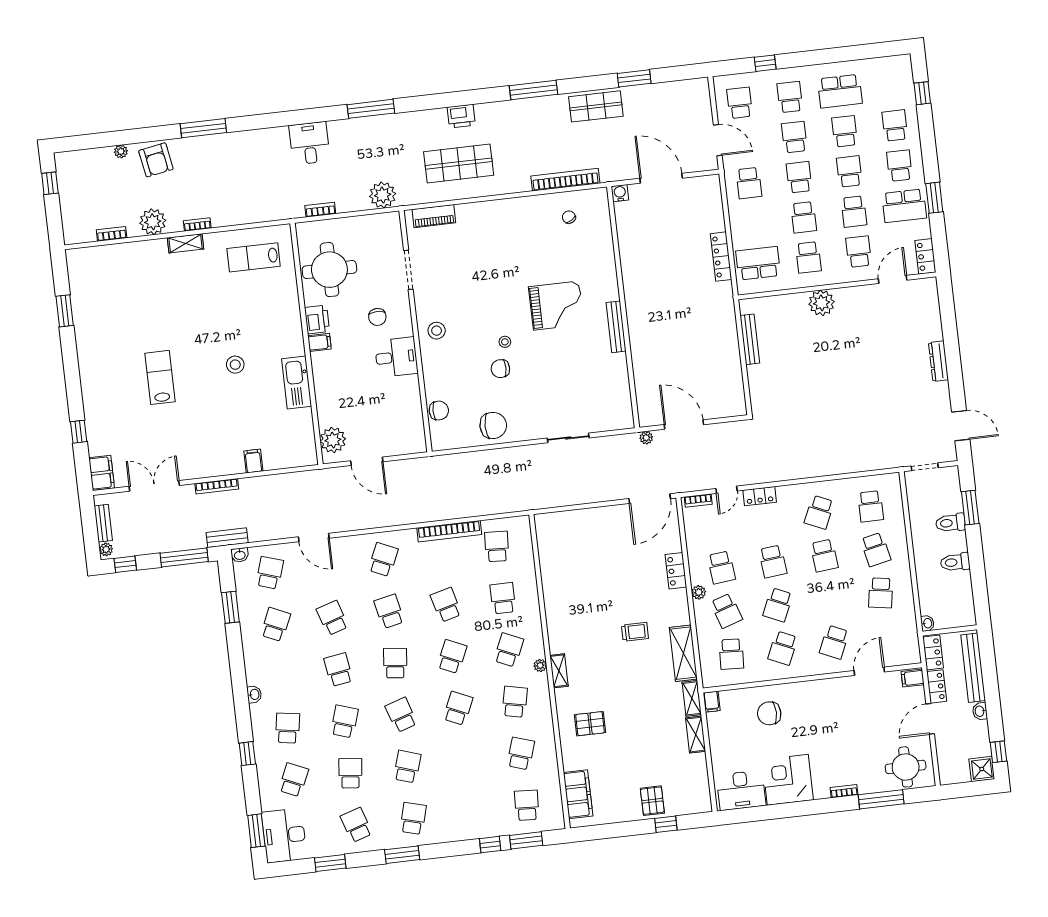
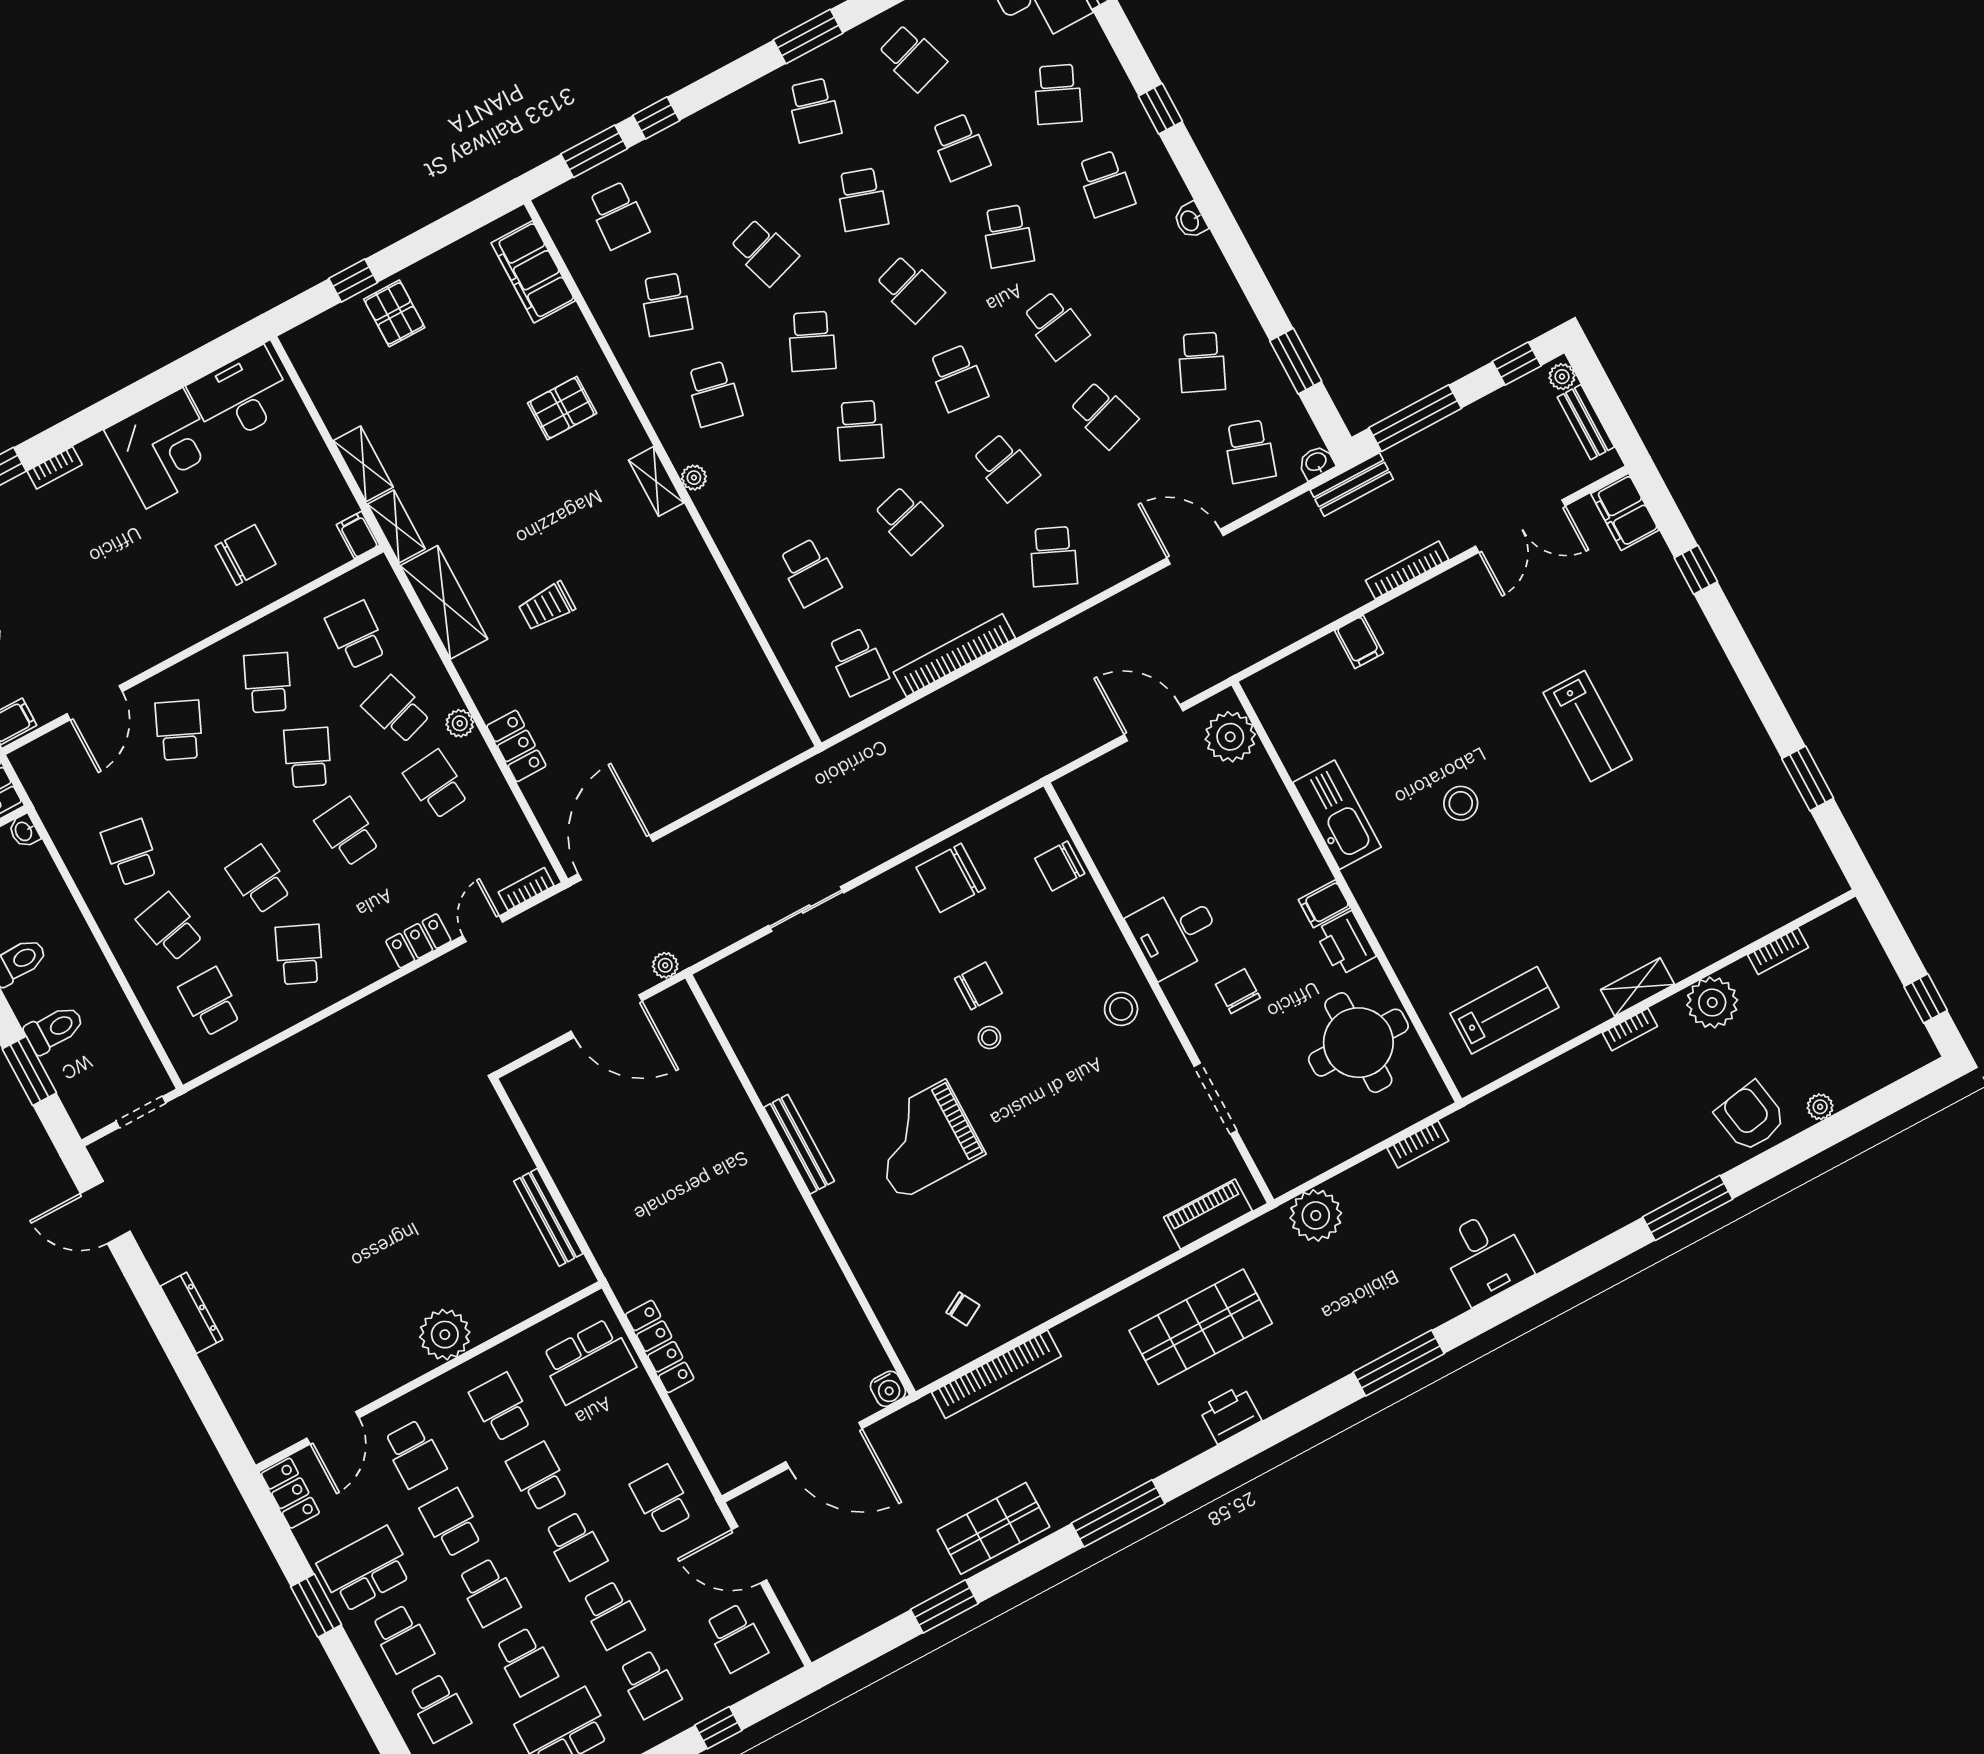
school desk: (509, 650) -> (764, 252), moved, turned -42

